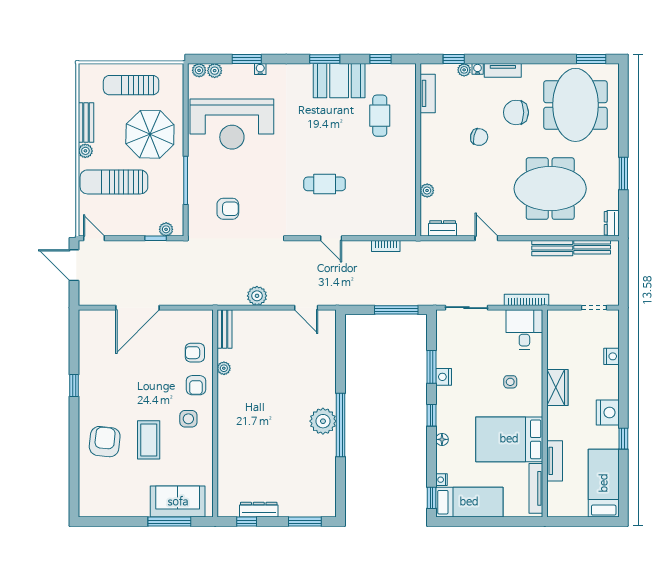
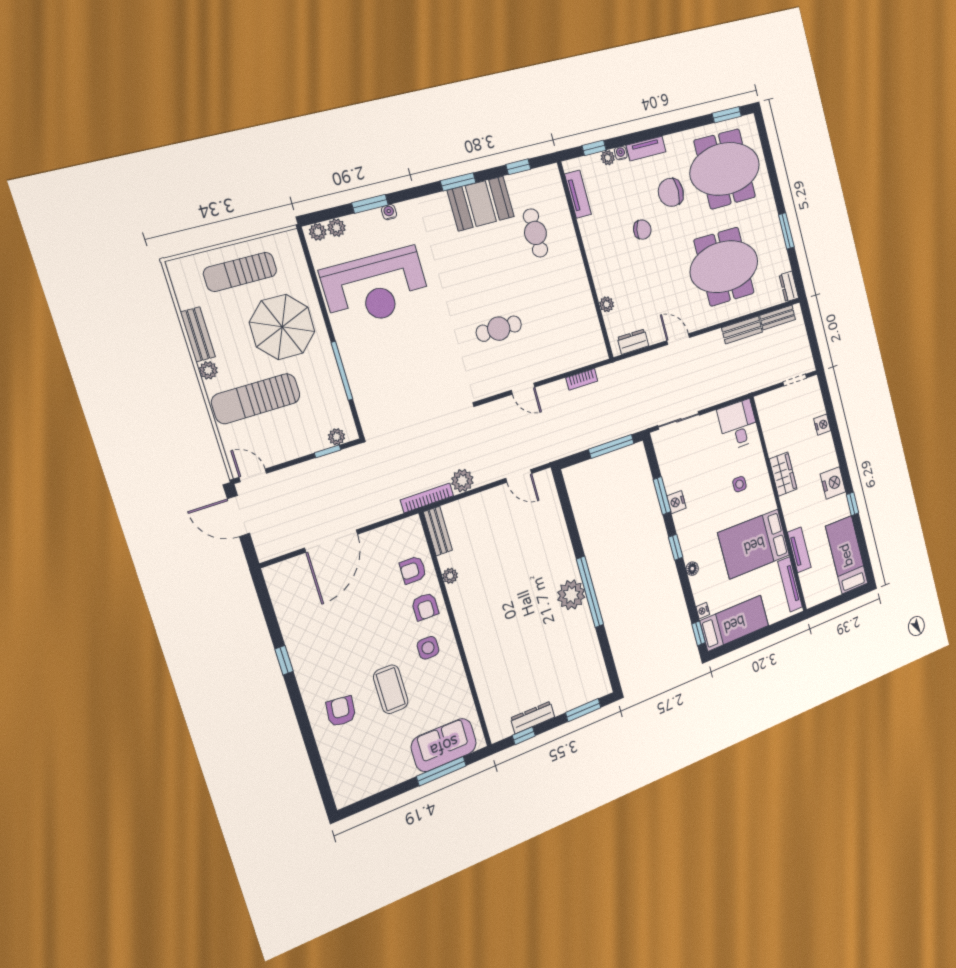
meeting table: (575, 105) -> (725, 169), turned 90
armchair: (228, 209) -> (401, 390), removed
bookcase: (527, 300) -> (427, 498), moved
armchair: (105, 442) -> (341, 711), width x0.72, depth x0.72

